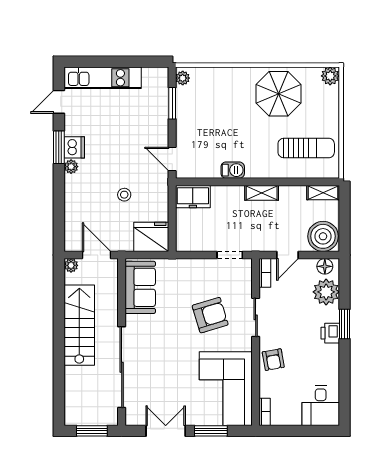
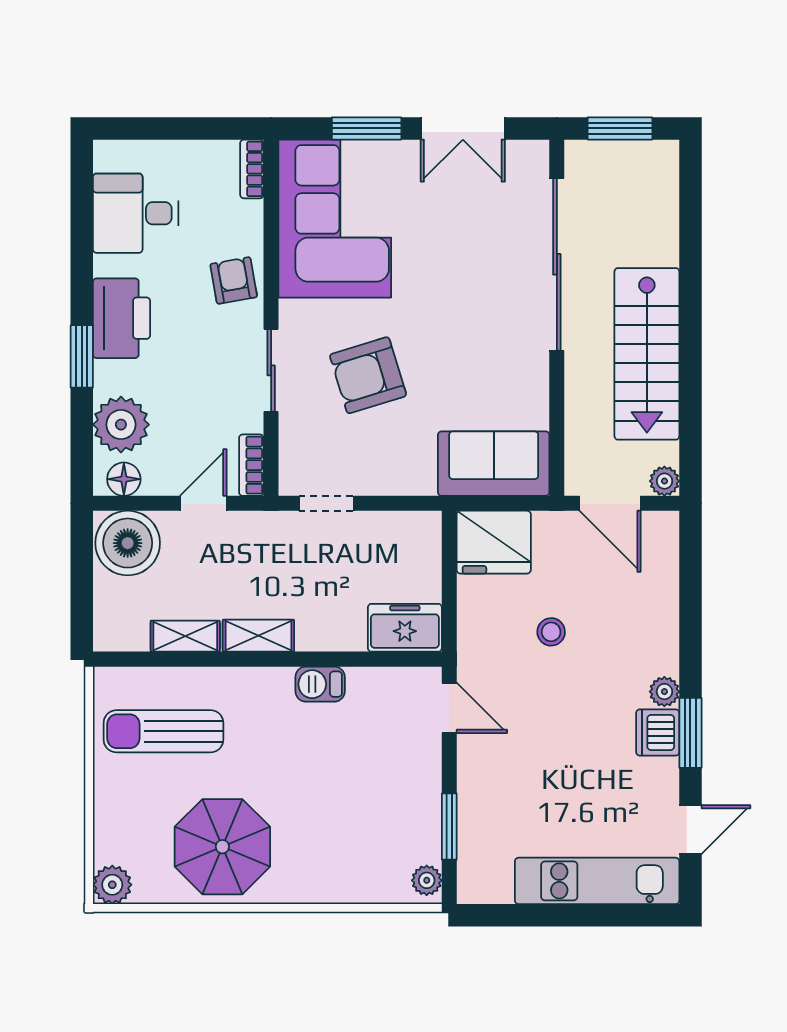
shelving: (323, 193) -> (185, 636), moved
sofa: (140, 287) -> (494, 464), moved, turned 90
printer: (330, 333) -> (122, 318), width x1.87, depth x1.48
desk: (321, 406) -> (136, 213), moved, turned -90

